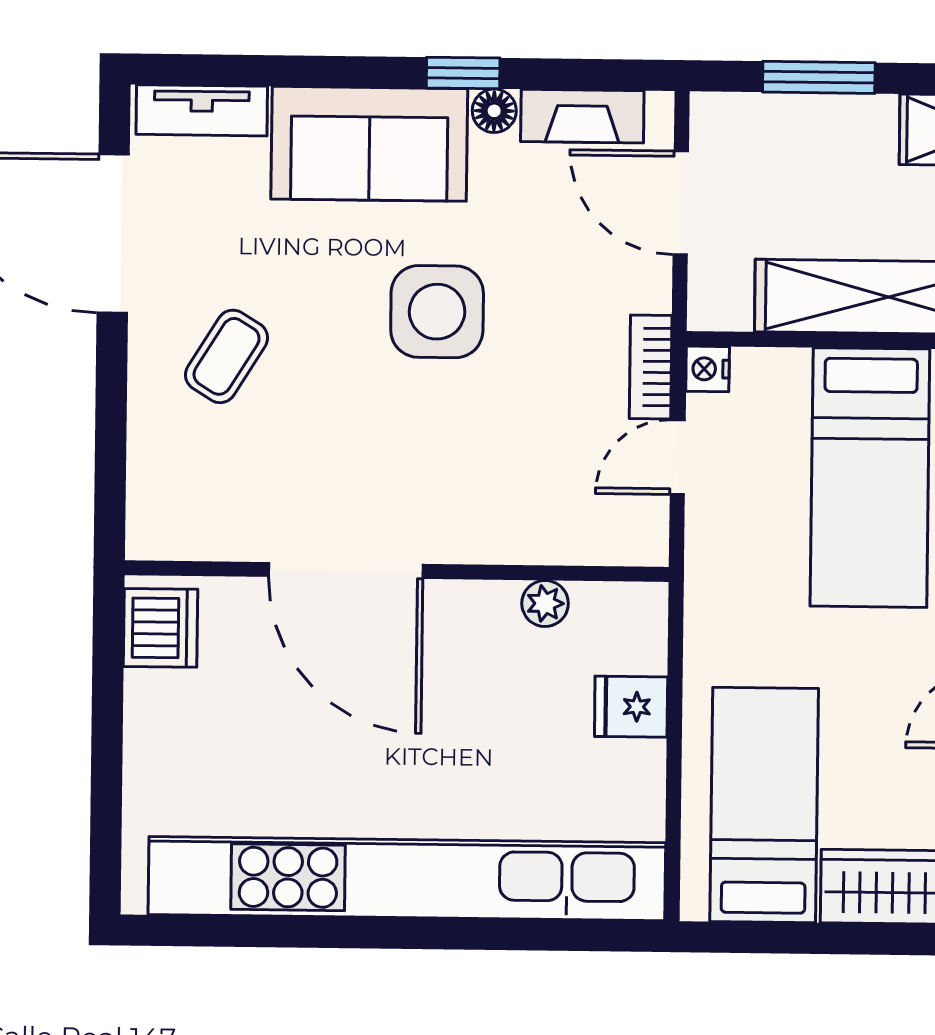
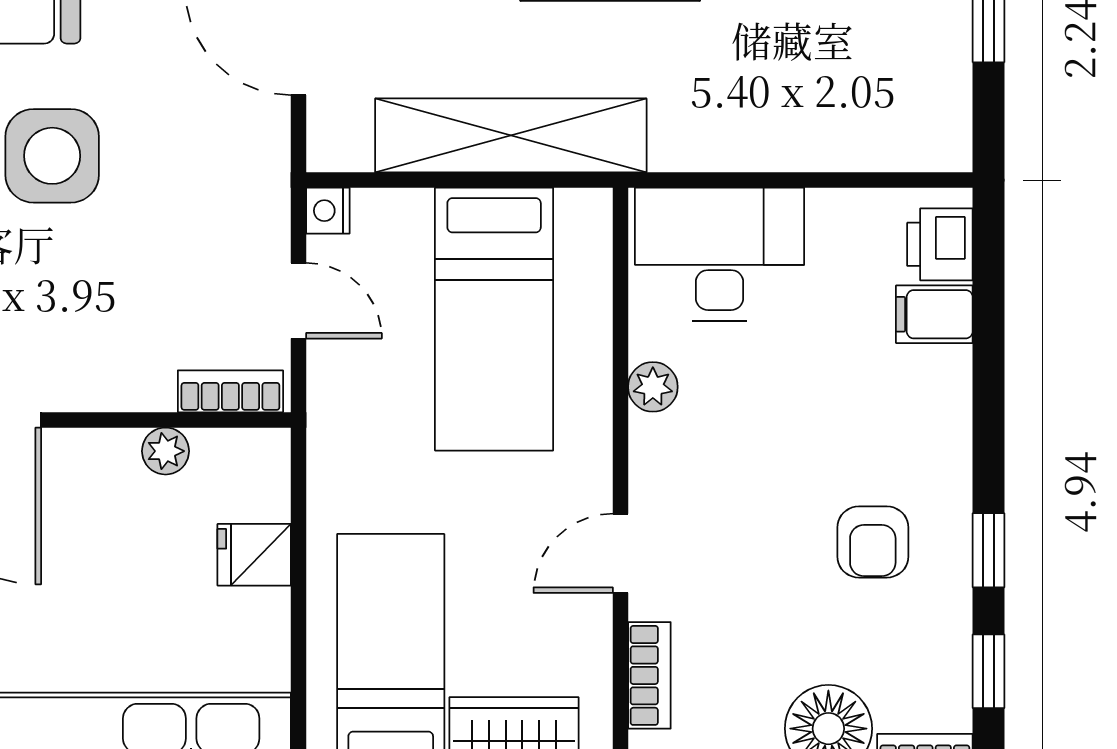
bookcase: (651, 367) -> (230, 391), moved, turned 90
door: (678, 457) -> (298, 301), swing flipped

